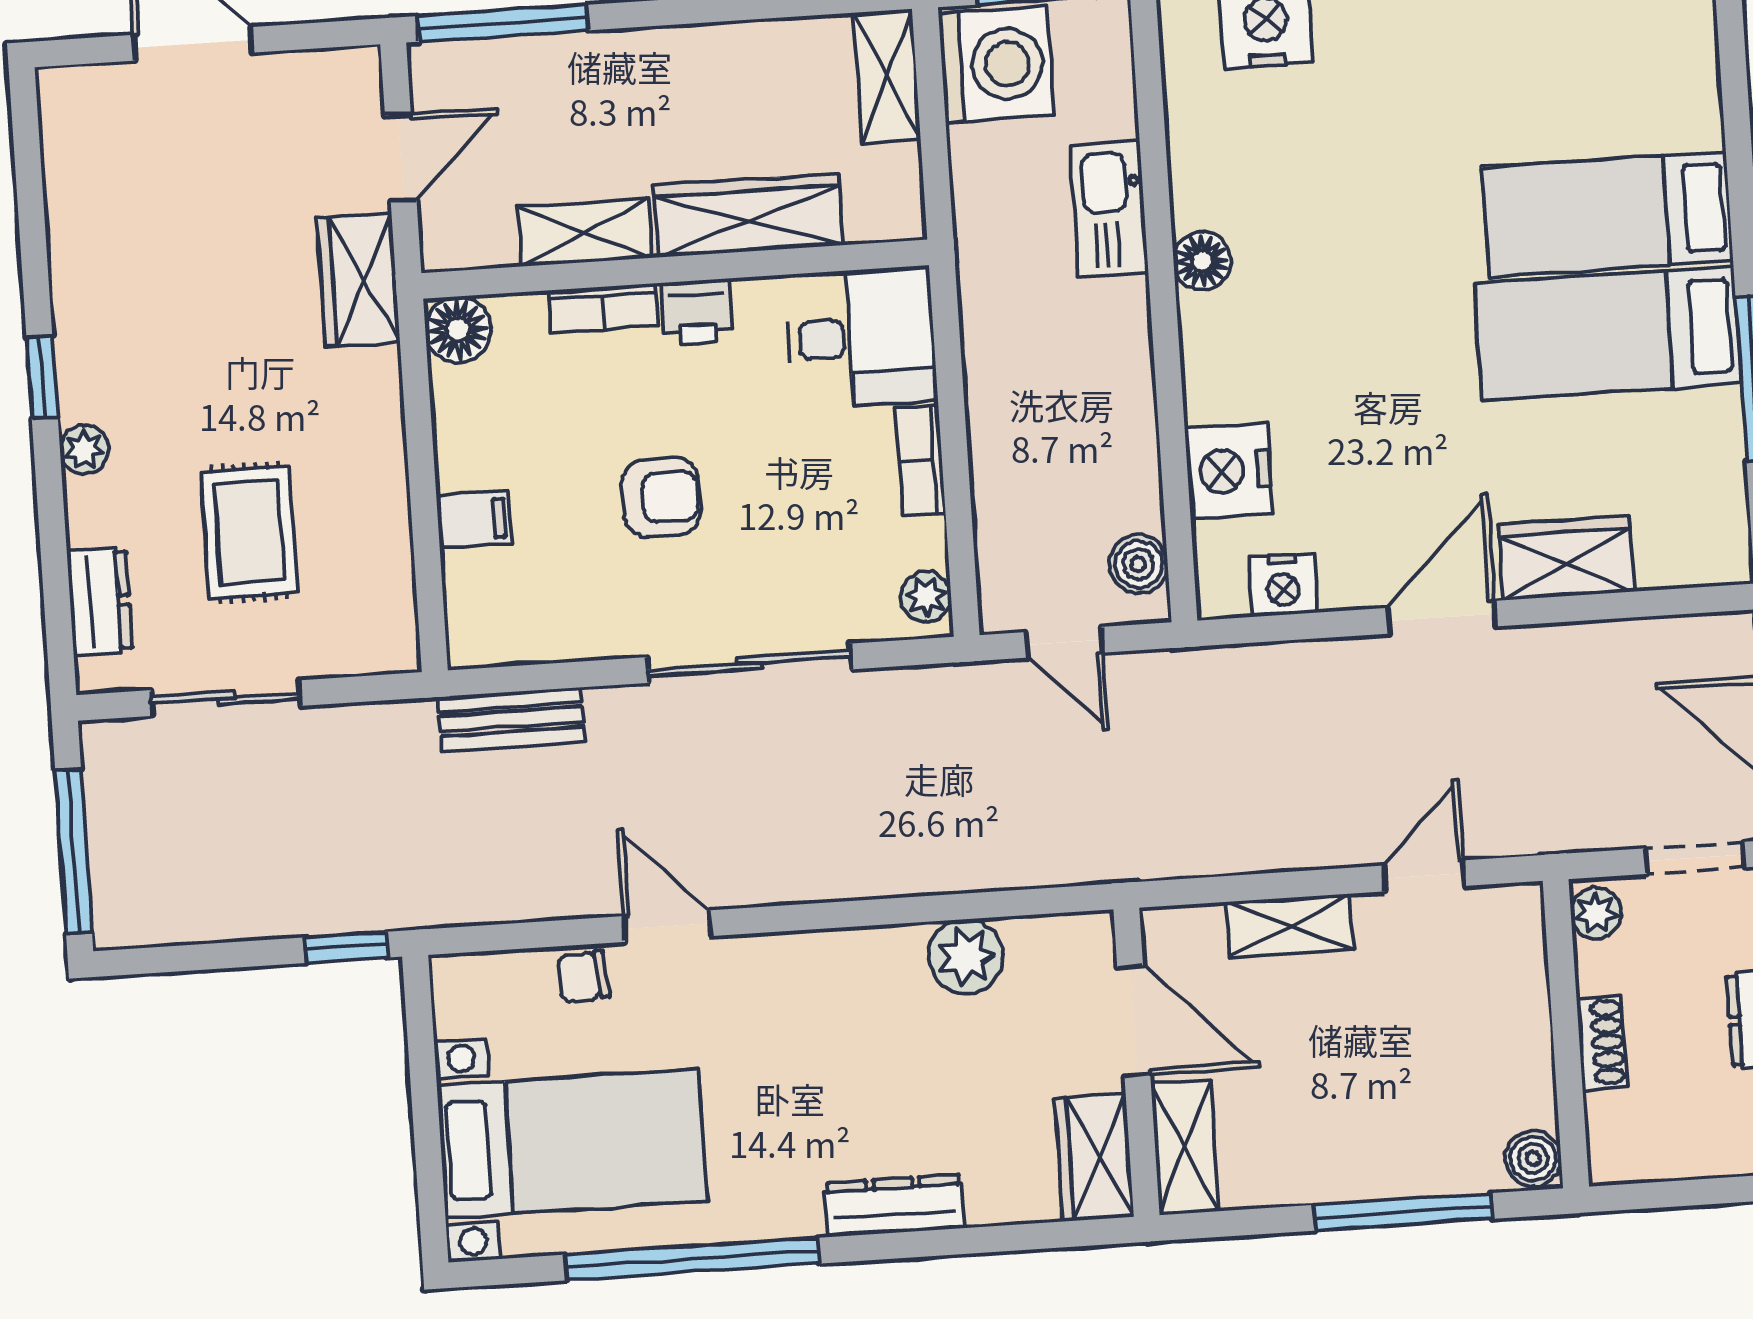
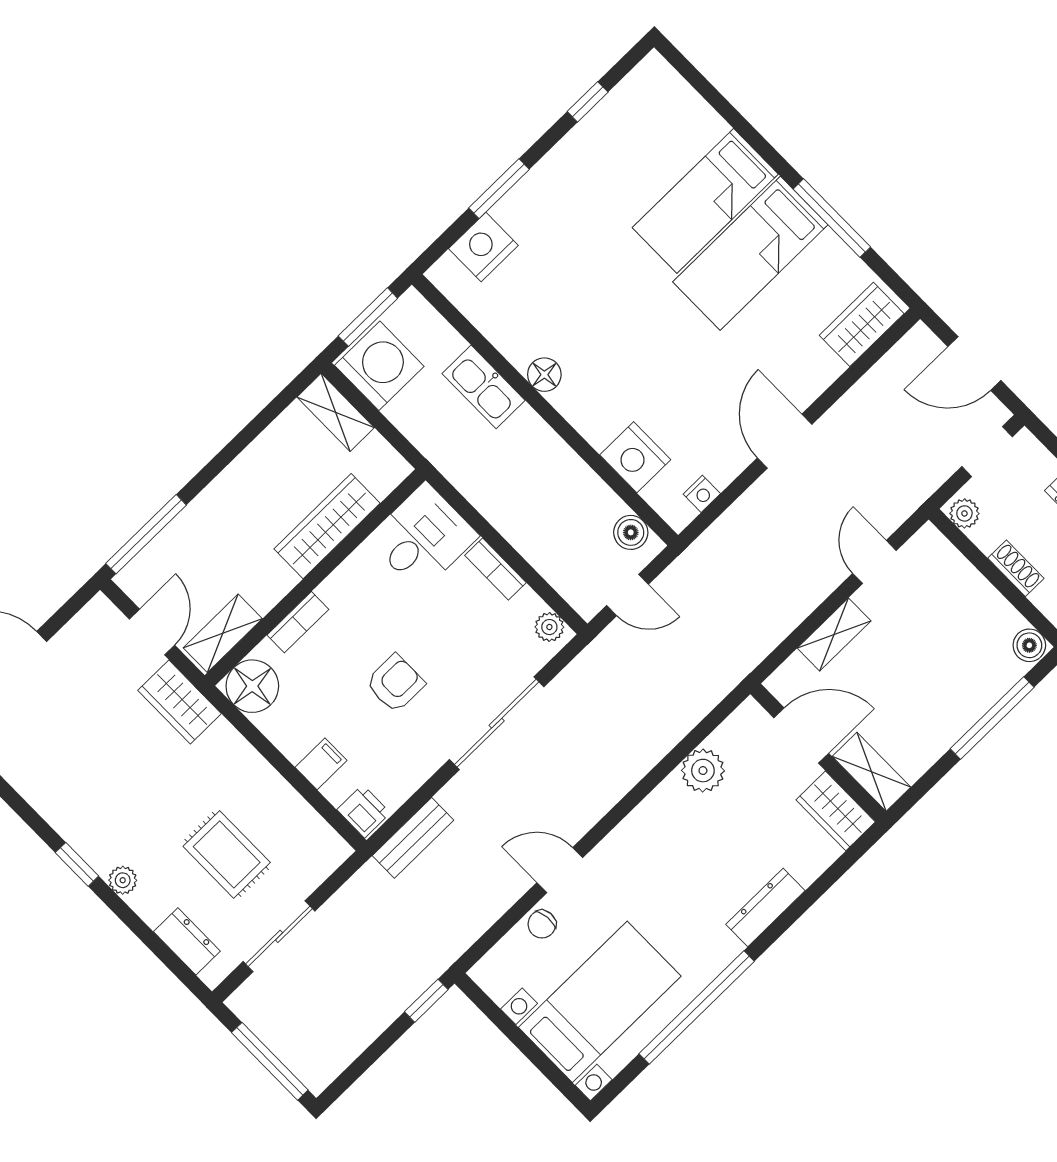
shelving: (585, 232) -> (223, 633), moved
printer: (696, 312) -> (364, 811), moved, turned -90
floor lamp: (458, 329) -> (252, 686), width x1.38, depth x1.38
wardrobe: (1566, 558) -> (862, 324), moved
nightstand: (1283, 585) -> (702, 494), width x0.72, depth x0.74

